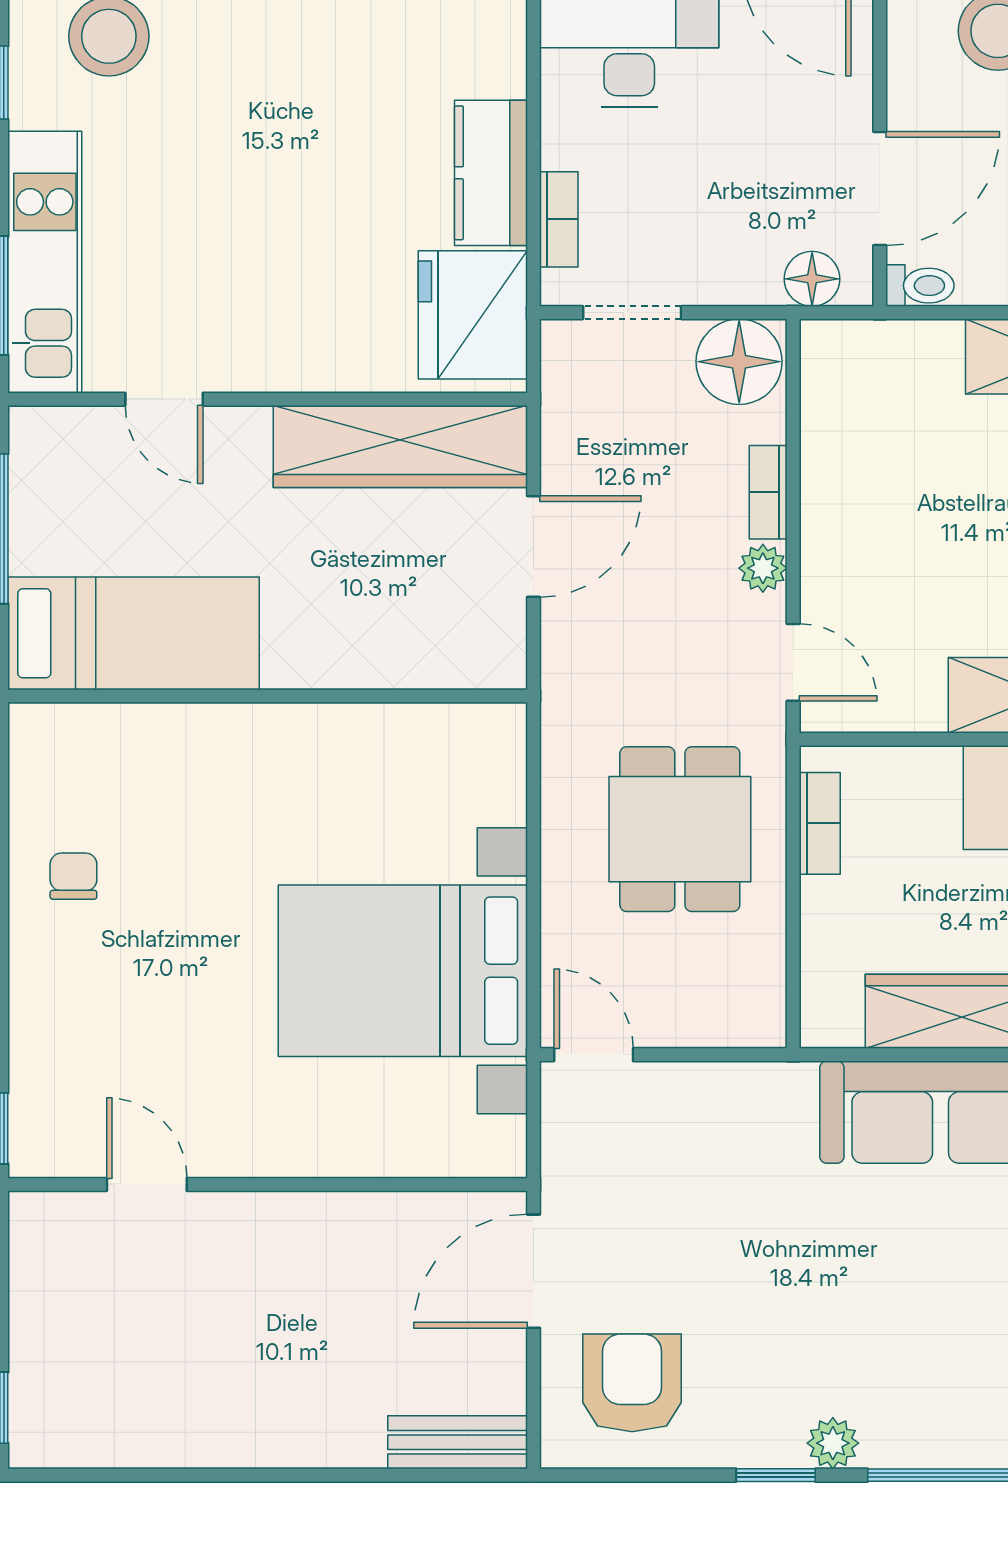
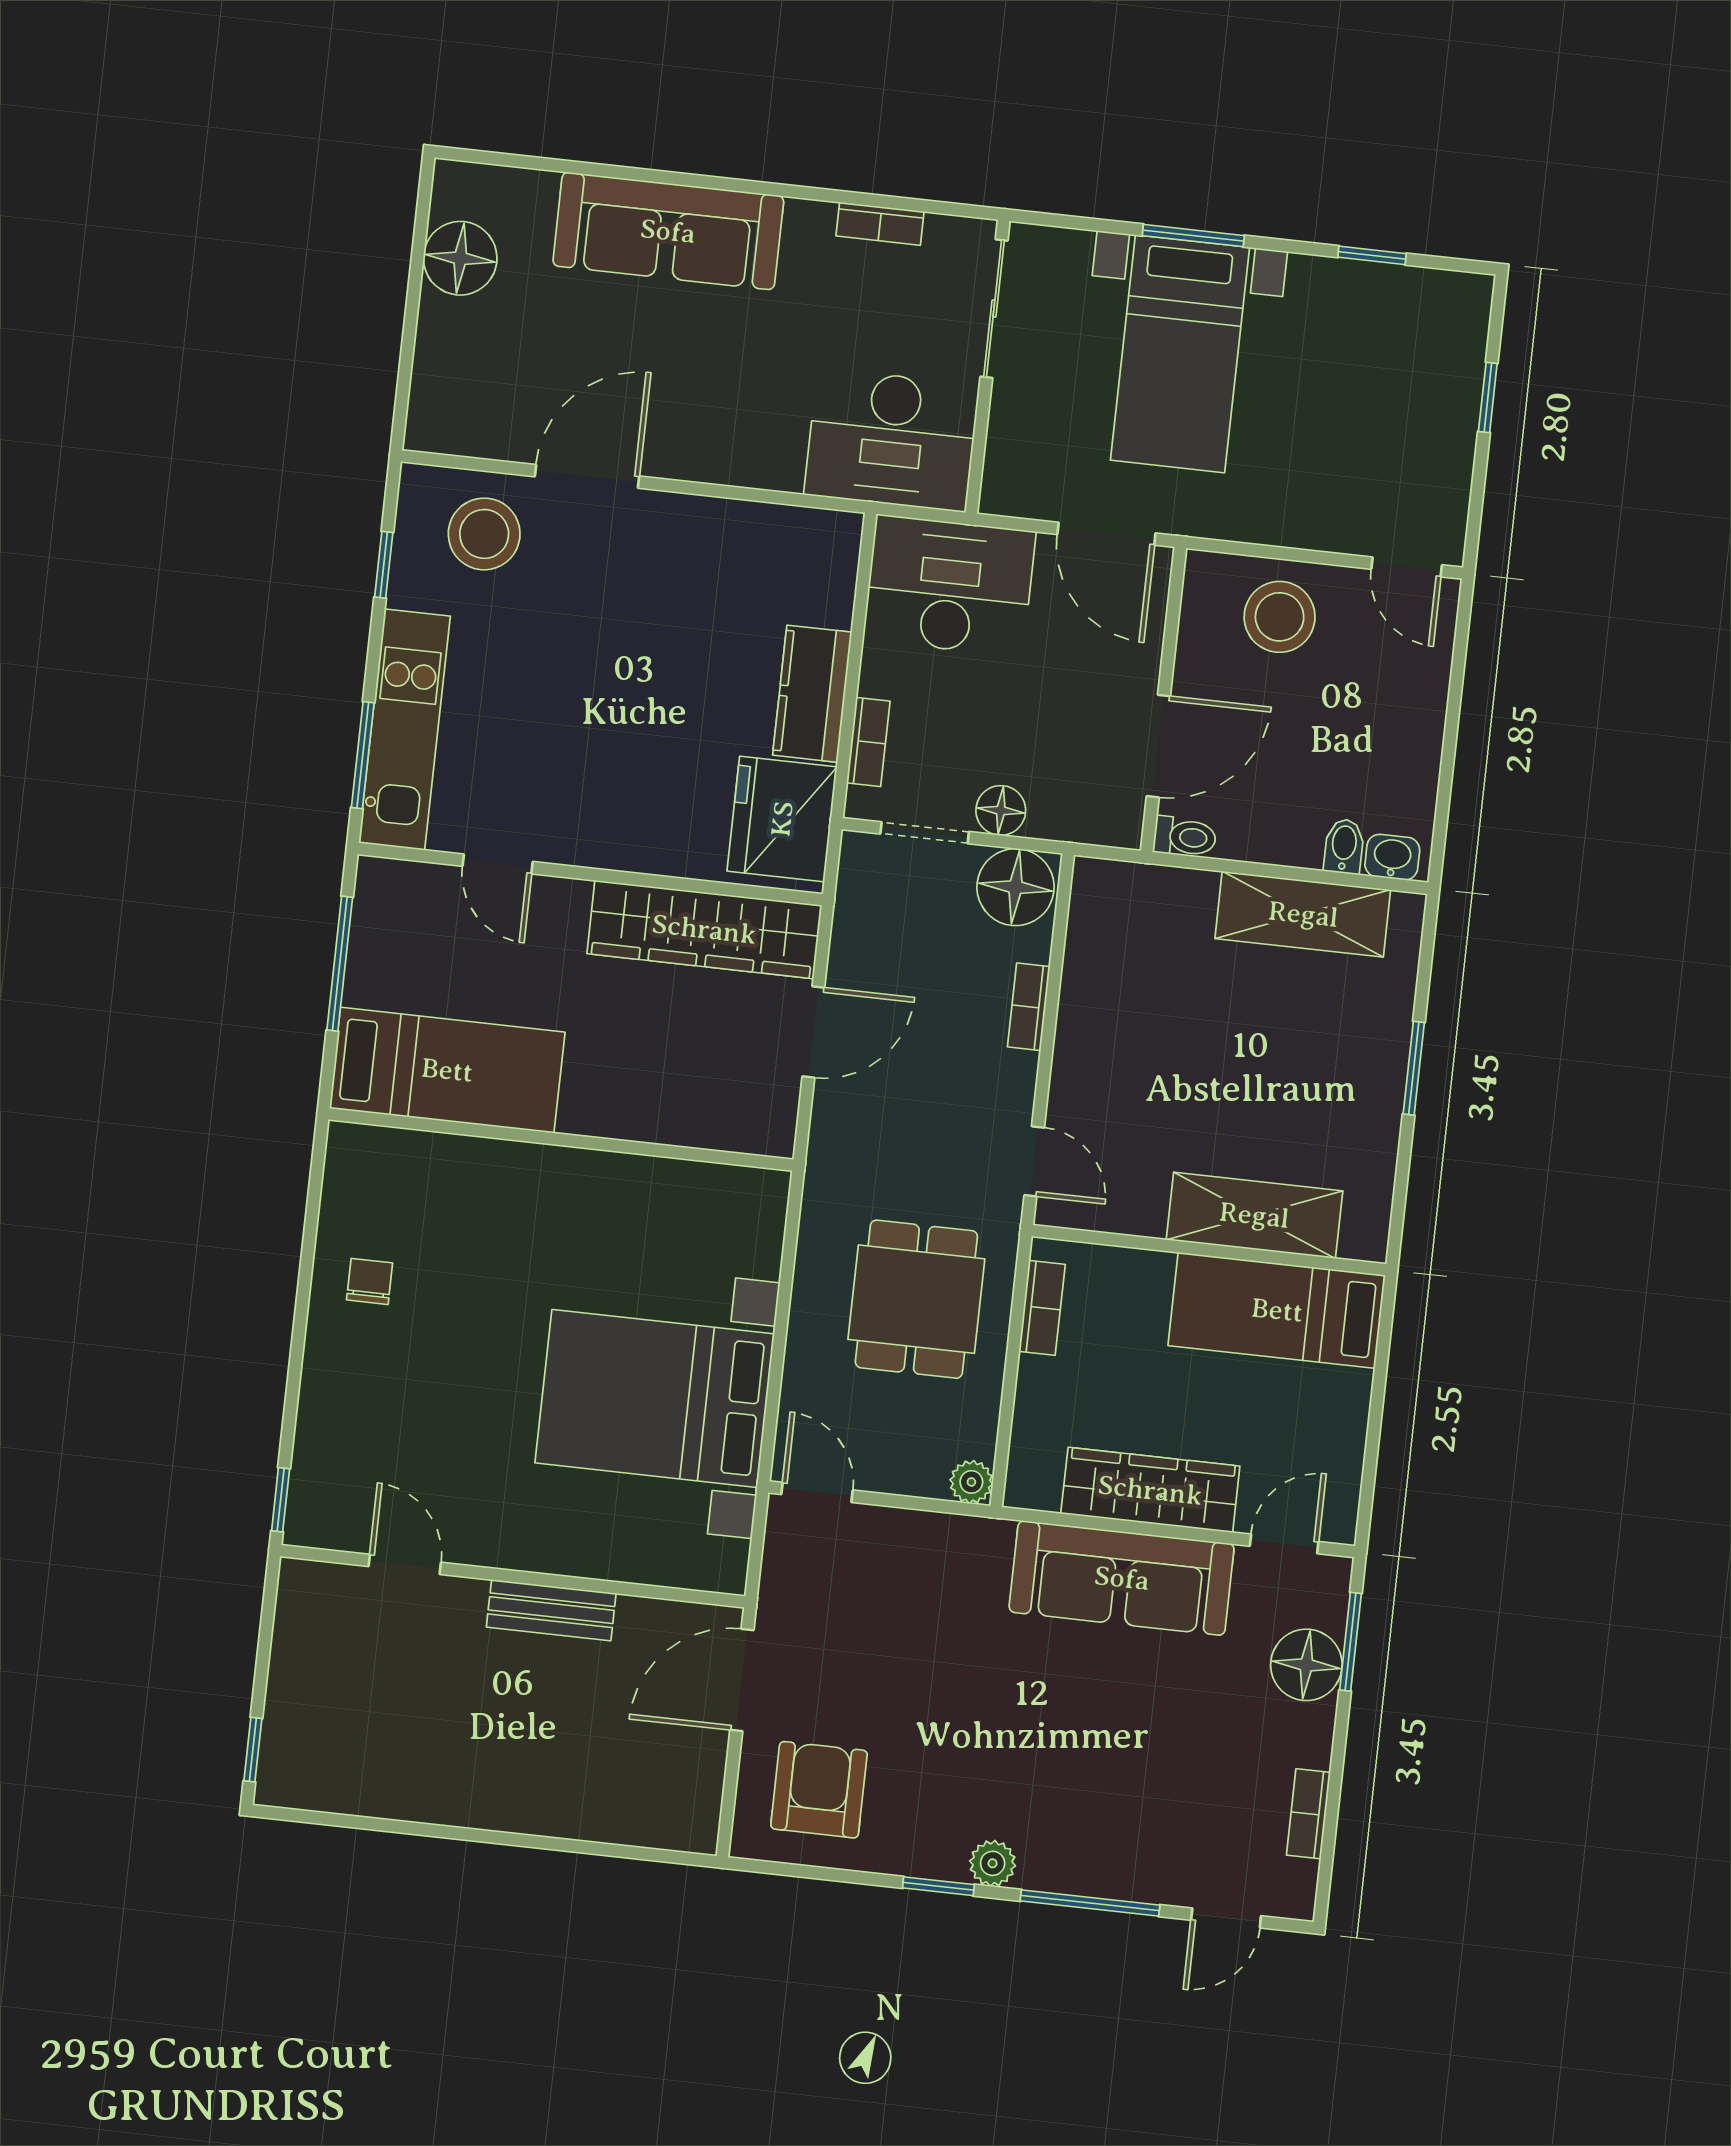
floor lamp: (812, 279) -> (1001, 810), moved
plant: (763, 568) -> (971, 1482), moved
bench: (458, 1442) -> (551, 1610), moved

